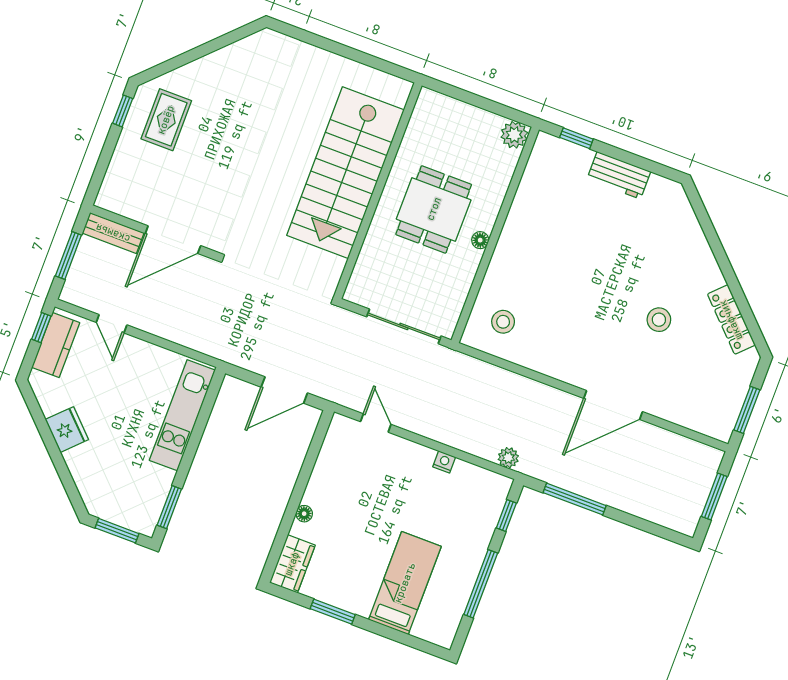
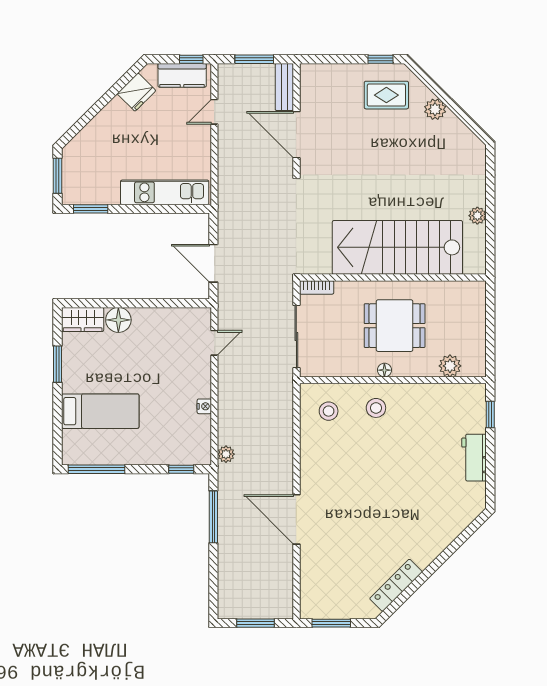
plant: (343, 67) -> (477, 216), added
plant: (203, 70) -> (435, 109), added
plant: (514, 135) -> (450, 366), moved
bookcase: (356, 282) -> (317, 287), added
stool: (659, 320) -> (376, 408), moved
fridge: (67, 430) -> (136, 92), moved
floor lamp: (304, 514) -> (118, 320), width x1.89, depth x1.89
window: (481, 584) -> (97, 469), moved

